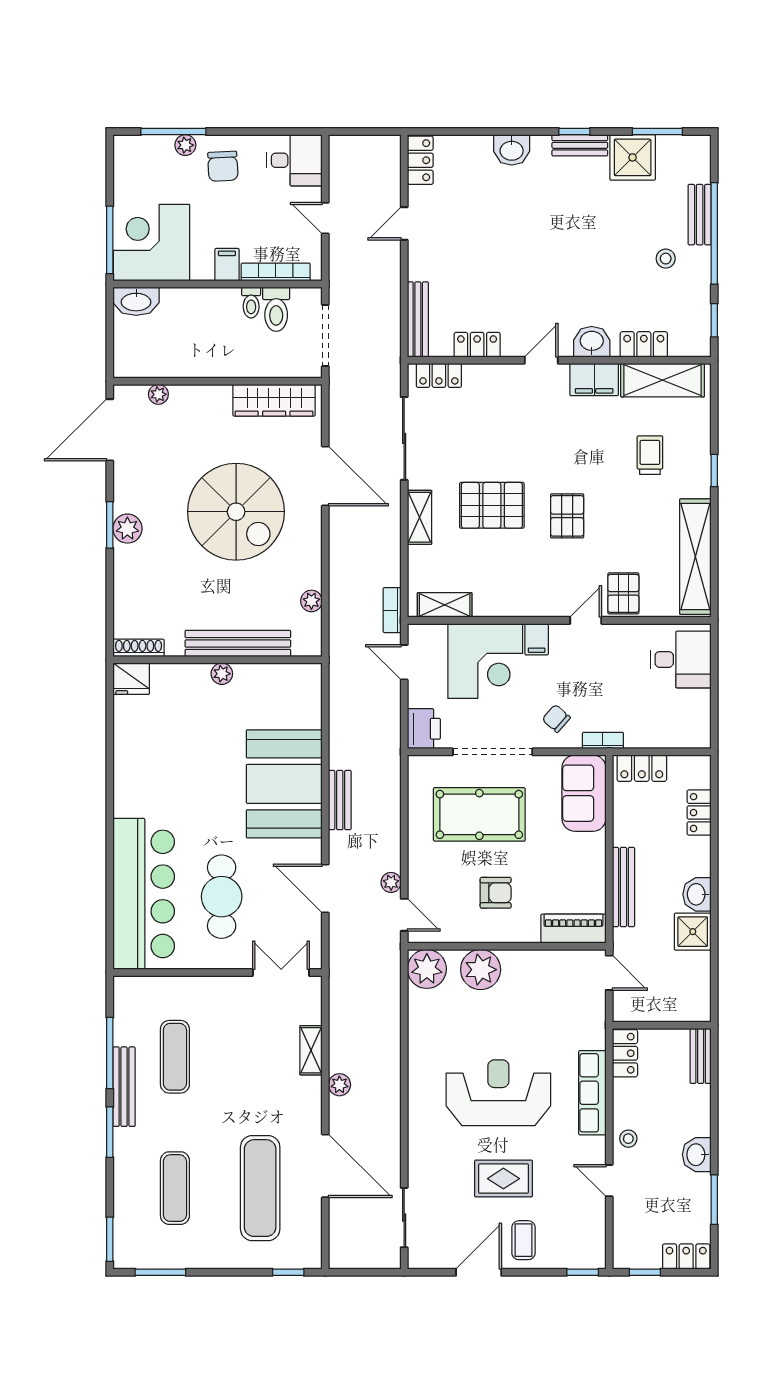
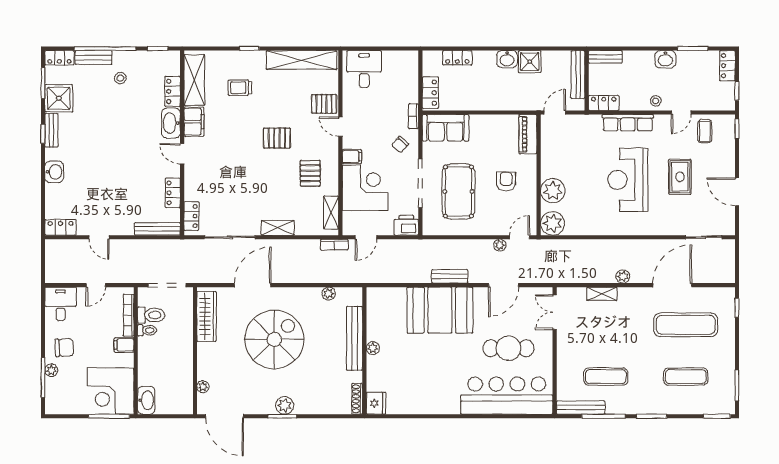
locker: (699, 158) -> (59, 58), added
washbasin: (592, 342) -> (171, 123), width x1.38
pallet: (492, 505) -> (310, 173), moved, width x0.67, depth x0.71
bench: (623, 887) -> (578, 75), moved, turned 90
bench: (124, 1087) -> (581, 408), moved
coffee table: (524, 1240) -> (705, 131), moved, turned 90

